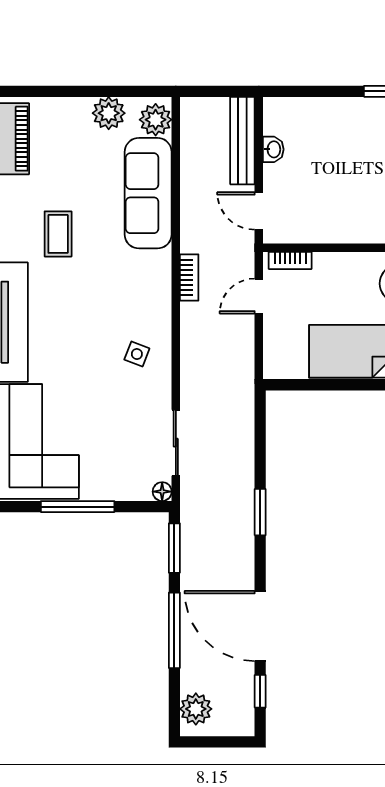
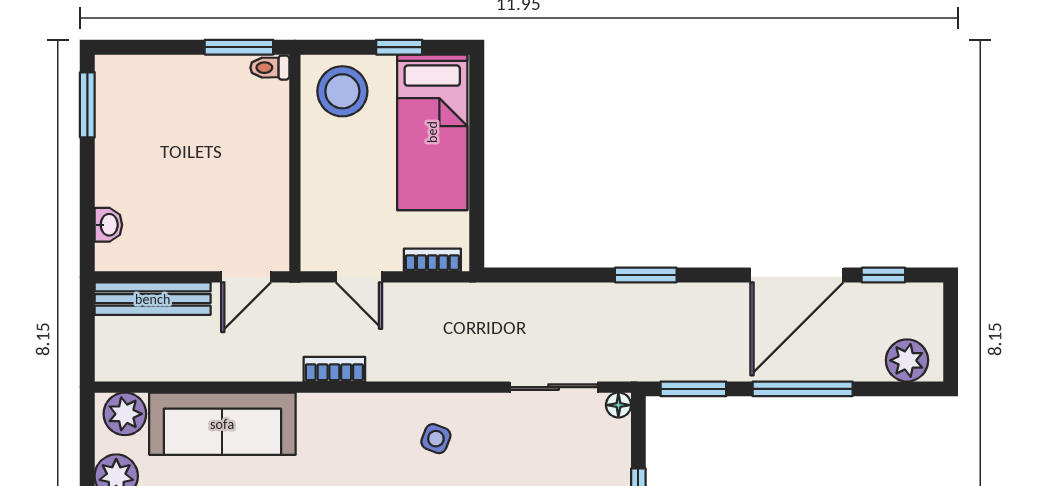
washbasin: (273, 149) -> (108, 225), moved, turned 90
bookcase: (290, 260) -> (432, 260), moved, turned -90

